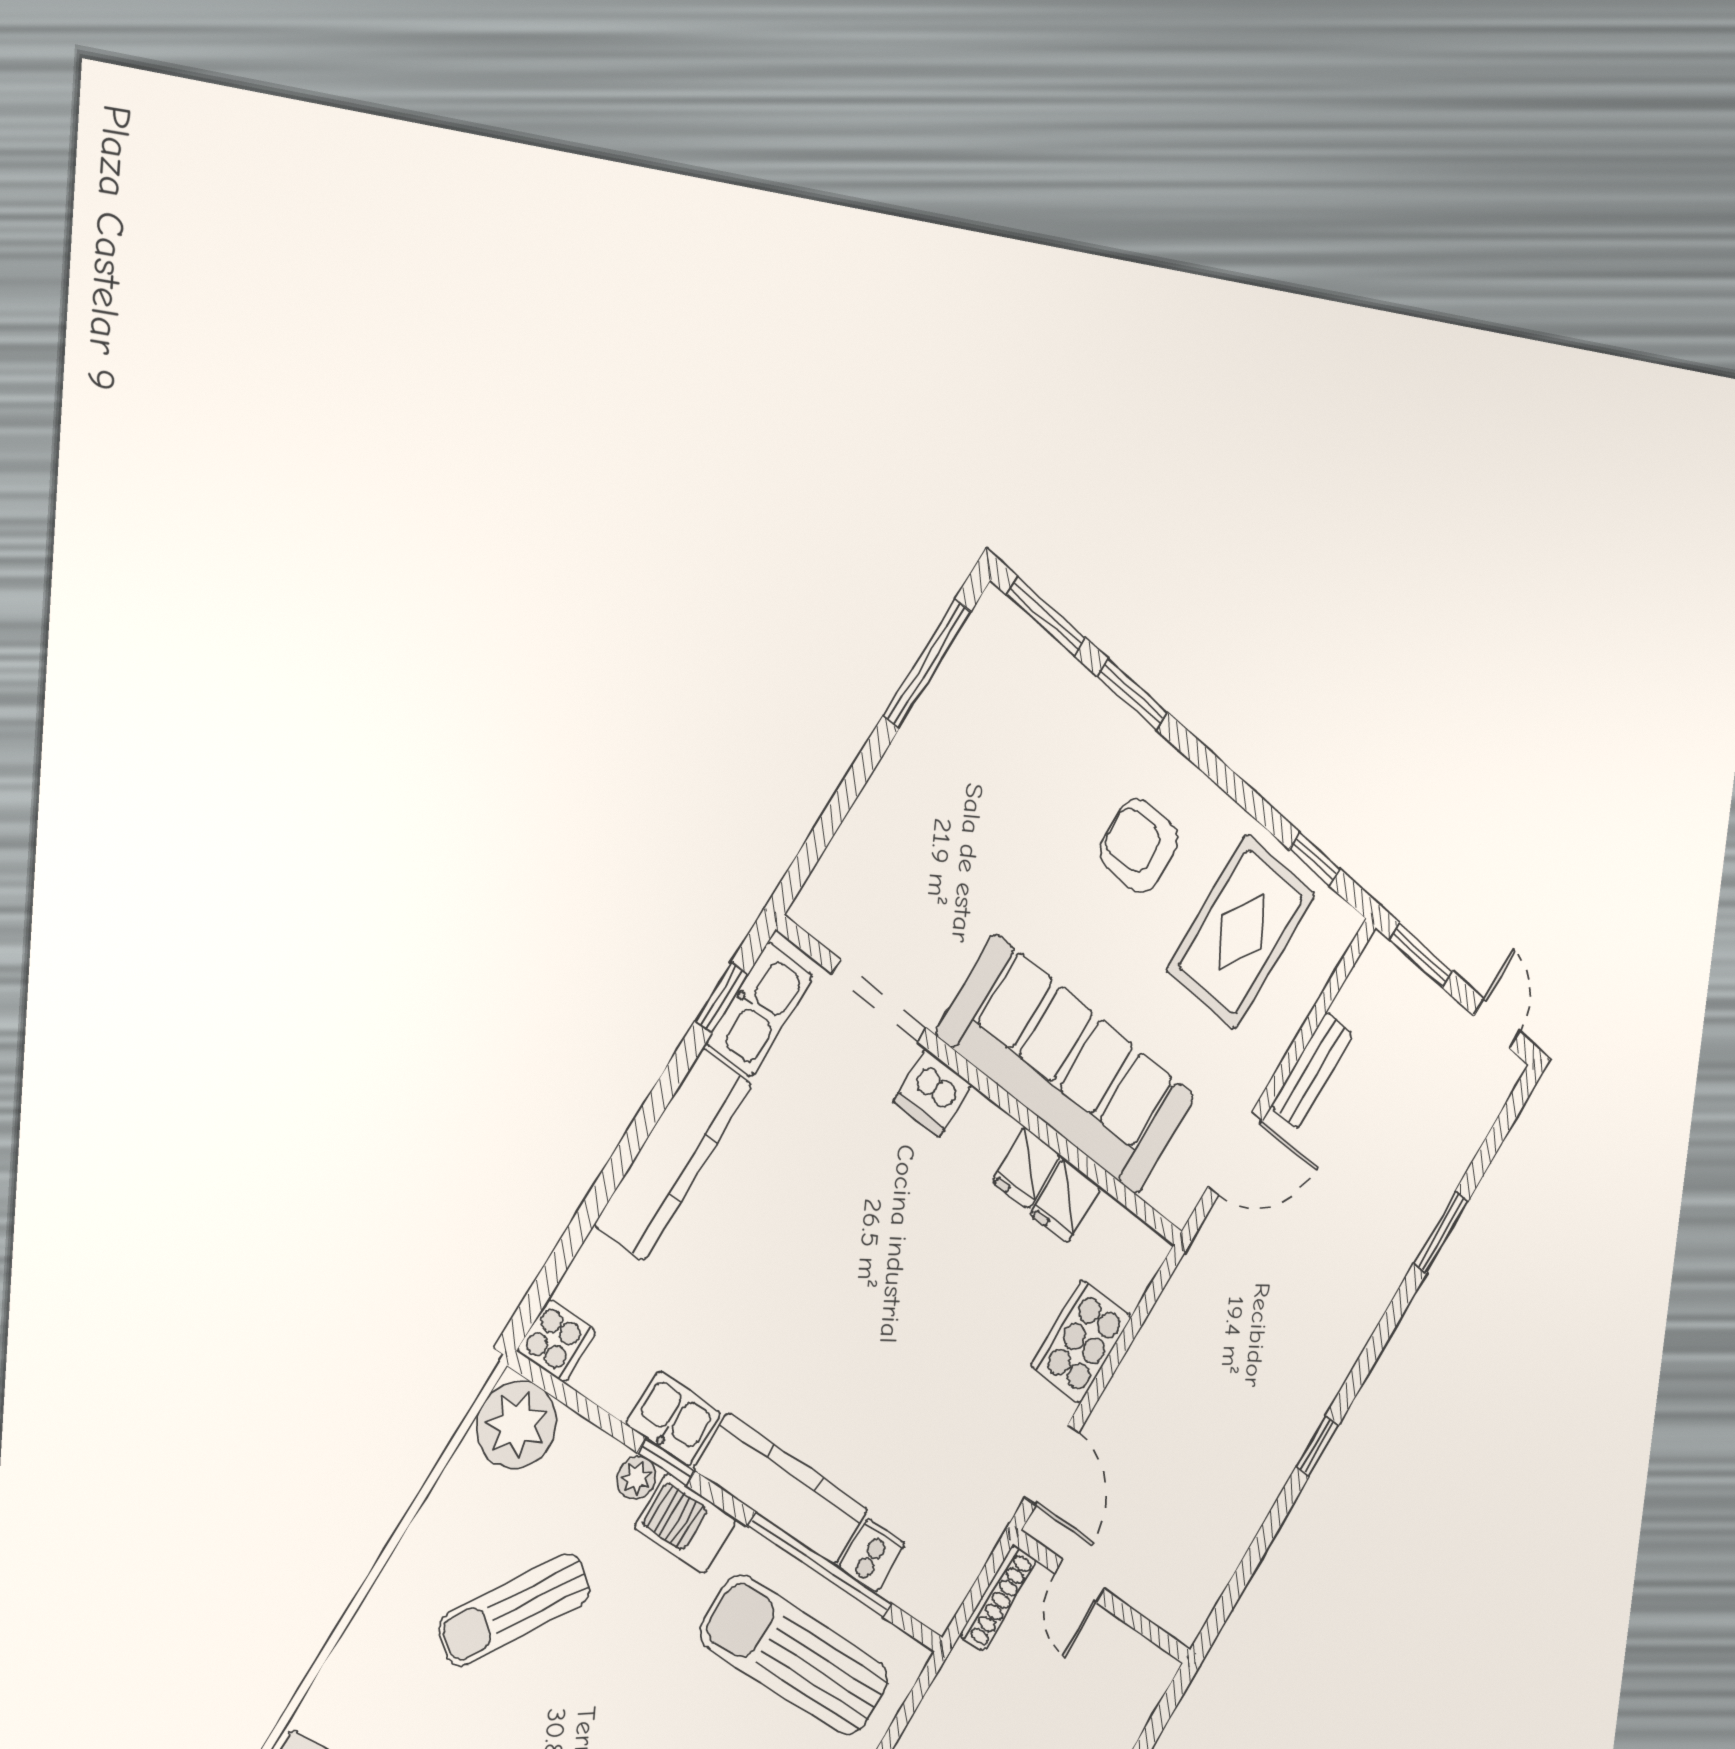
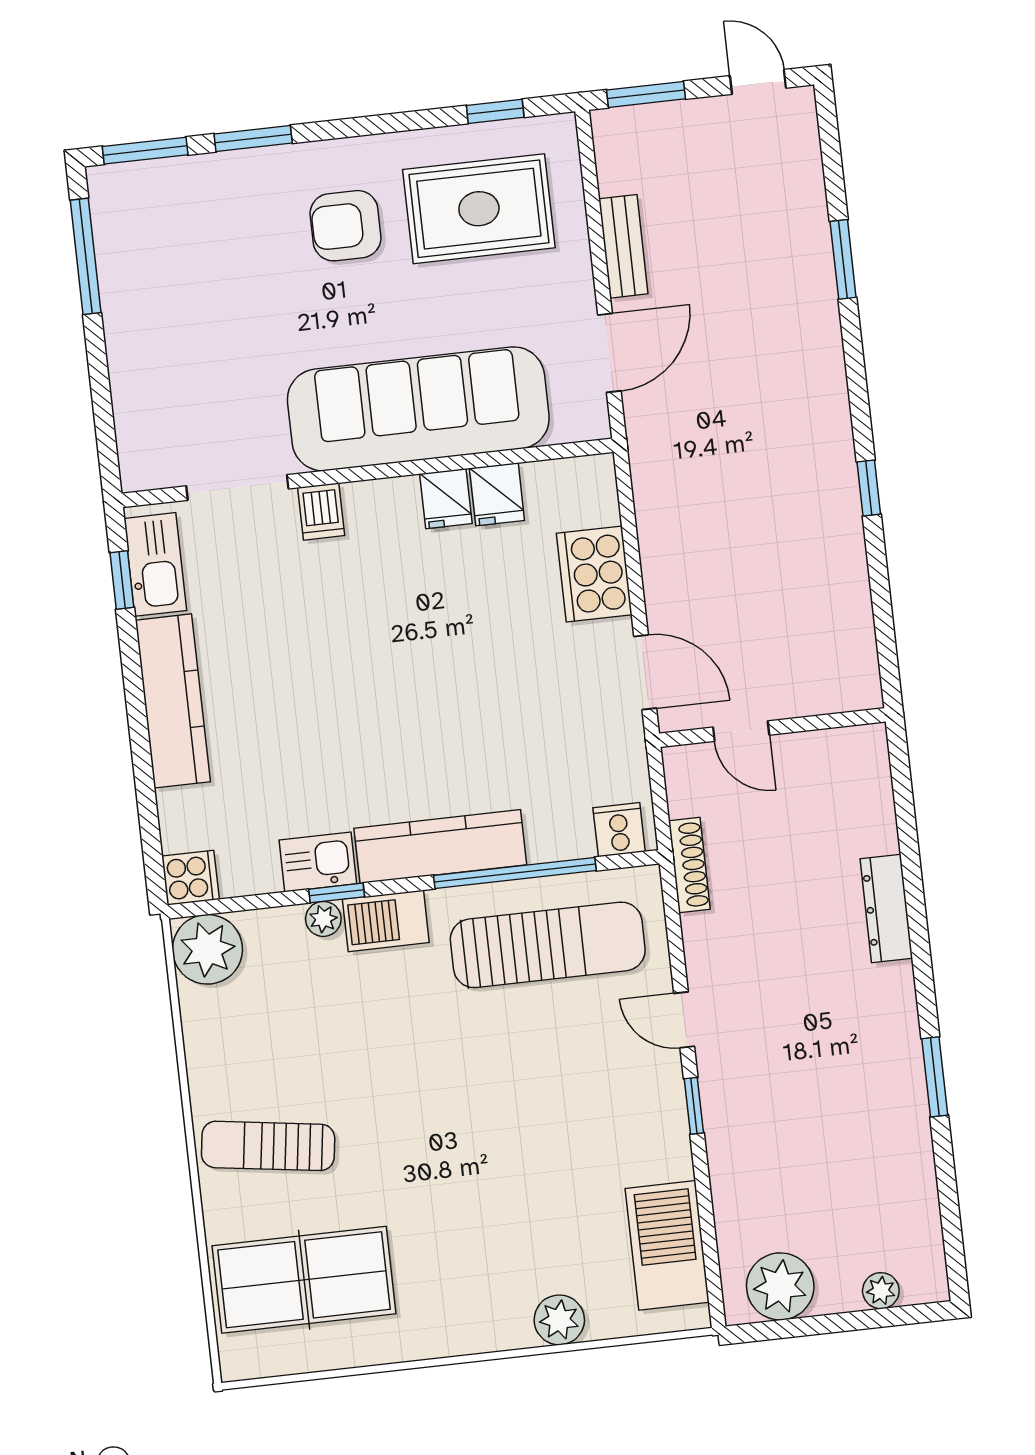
rug: (1241, 932) -> (479, 209), turned 90
dishwasher: (932, 1093) -> (321, 512), width x0.73
cooker: (872, 1556) -> (619, 830), moved
shoe rack: (998, 1598) -> (689, 865), moved
sun lounger: (515, 1609) -> (268, 1146), moved, turned 63
sun lounger: (795, 1656) -> (548, 945), turned 180

